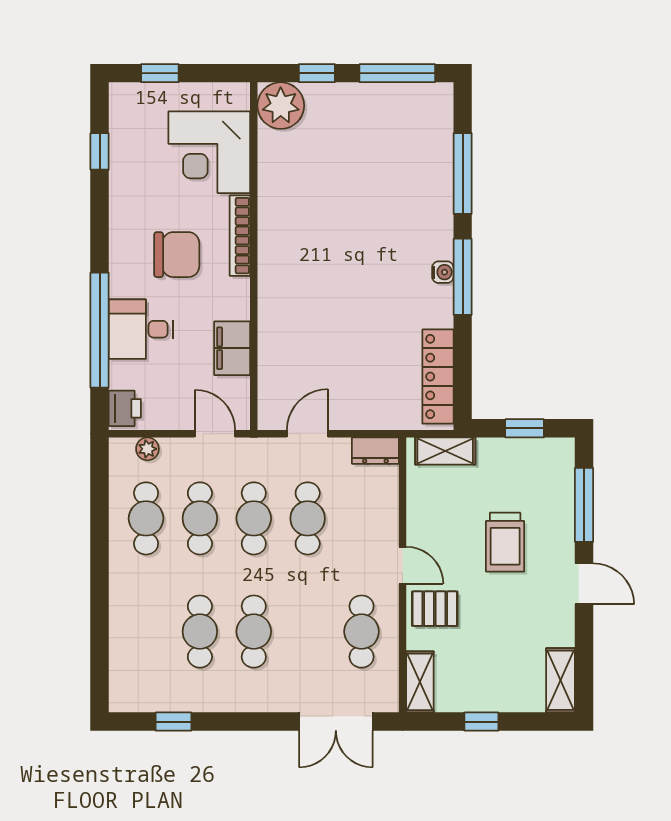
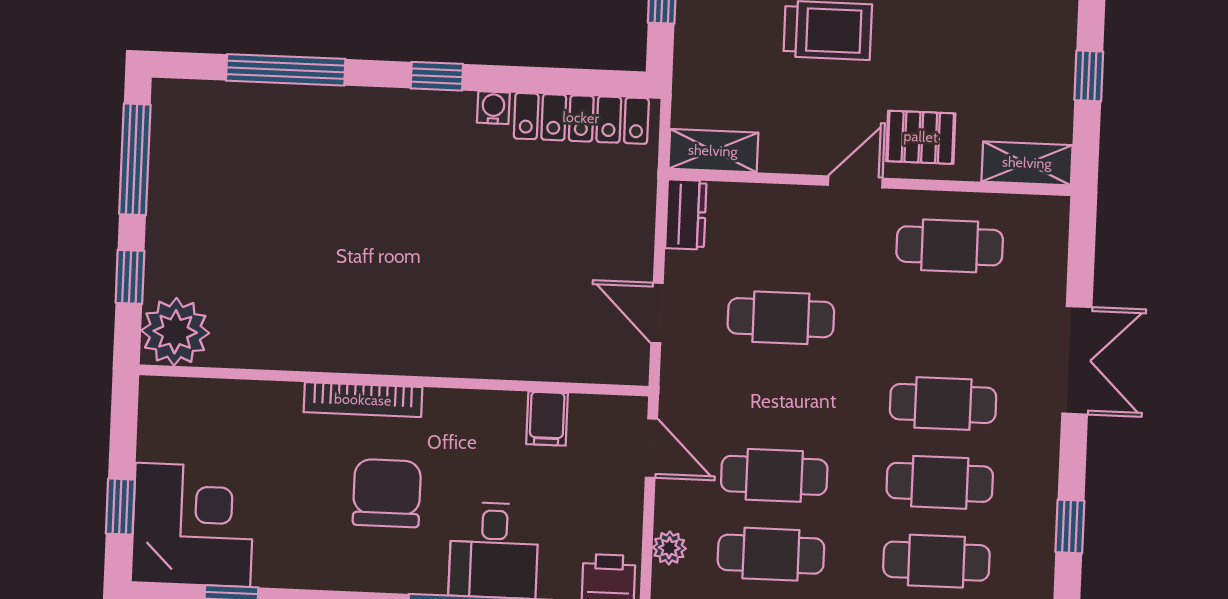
corner desk: (209, 152) -> (193, 525), moved, turned -90
water cooler: (443, 272) -> (493, 108), moved
window: (463, 277) -> (437, 76), width x0.46
filing cabinet: (232, 348) -> (547, 419), width x0.50
door: (215, 434) -> (651, 448), swing flipped
shelving: (445, 451) -> (713, 151), moved, turned 90
cafe table: (254, 518) -> (936, 561), moved
pallet: (435, 609) -> (921, 137), turned 90
double door: (336, 722) -> (1077, 360), moved

